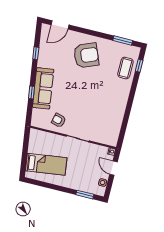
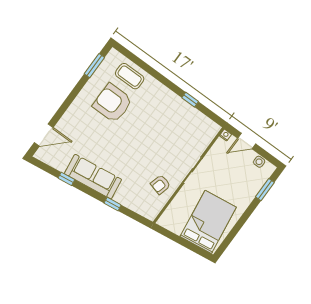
door: (60, 25) -> (44, 135), hinge flipped
armchair: (86, 55) -> (113, 103), moved, turned -68
window: (139, 66) -> (190, 100), moved
sofa: (43, 88) -> (93, 177), moved
bed: (46, 164) -> (208, 222), width x1.50

